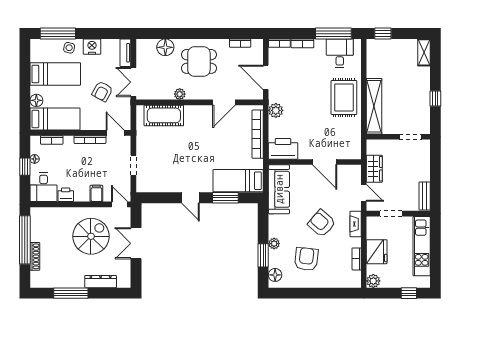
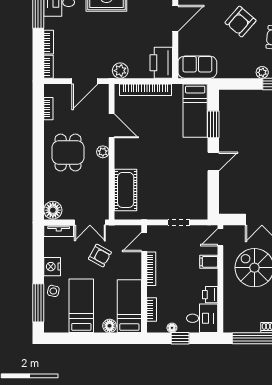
floor lamp: (165, 47) -> (53, 210), moved
plant: (180, 94) -> (103, 152), moved
sofa: (279, 189) -> (197, 67), width x0.73

